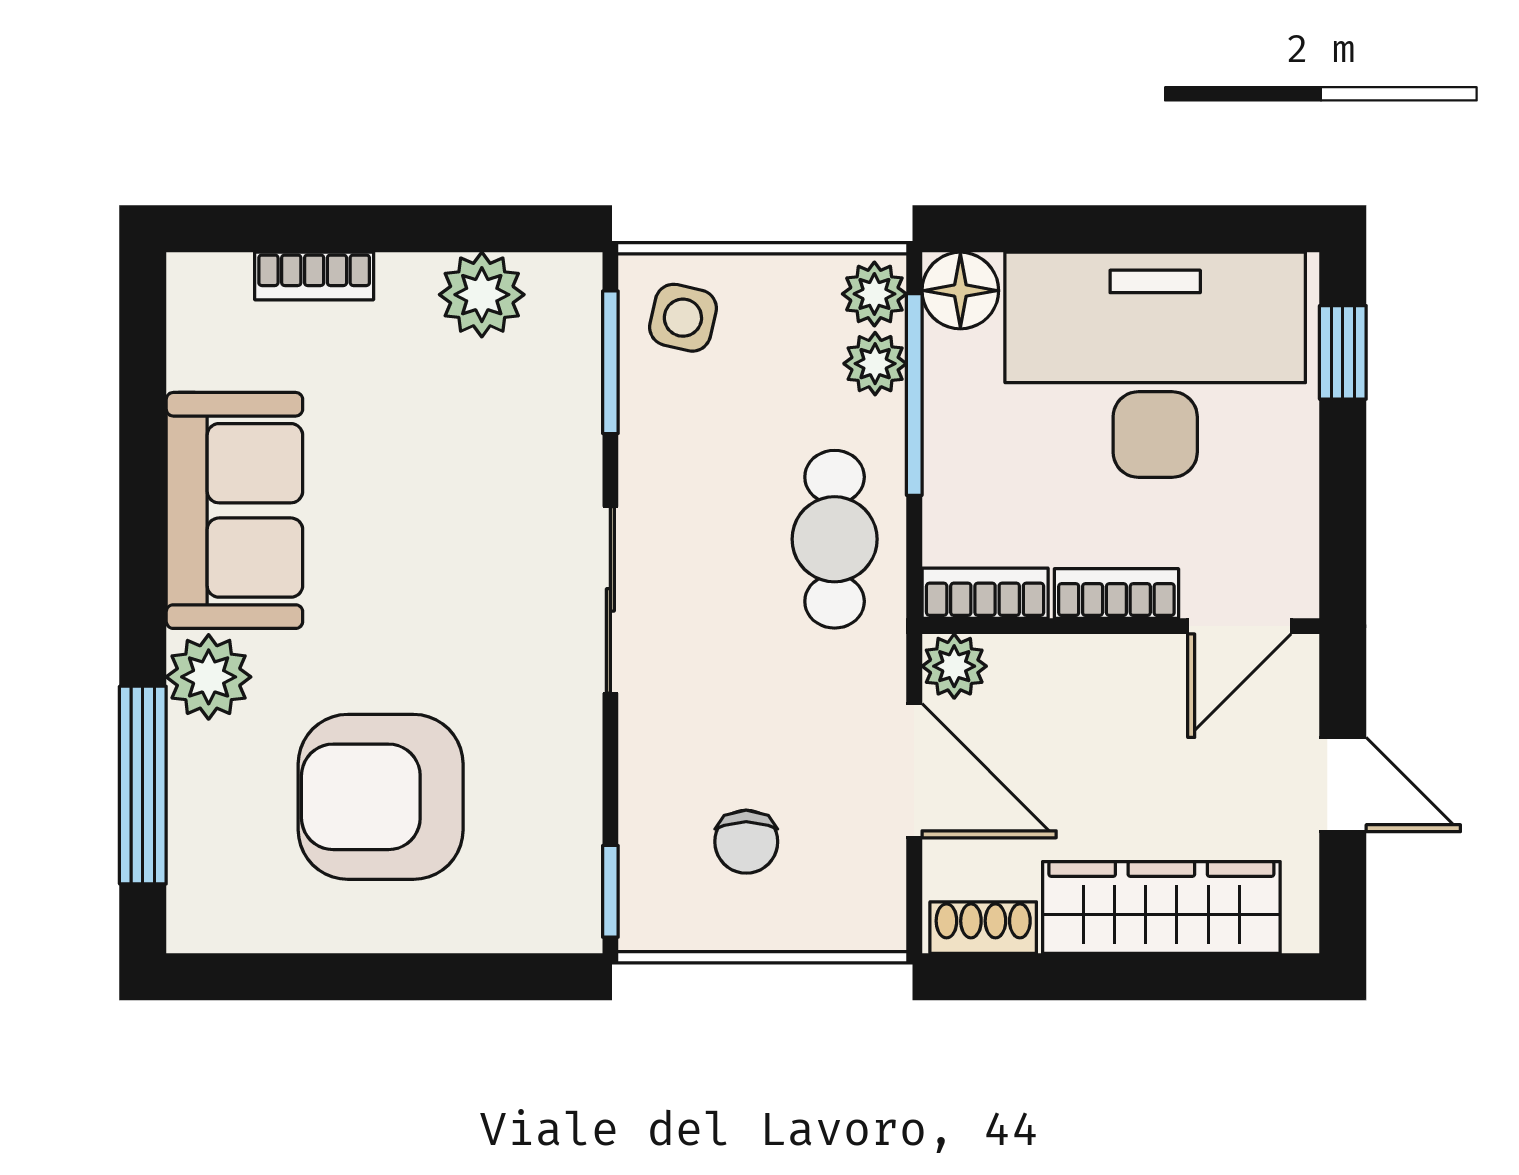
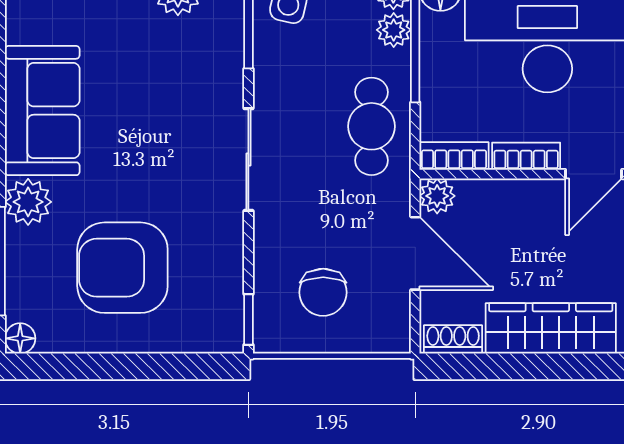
chair: (746, 842) -> (323, 292), width x1.37, depth x1.37
floor lamp: (194, 926) -> (20, 338), added

